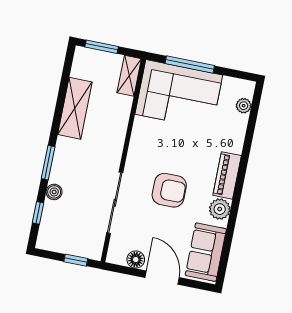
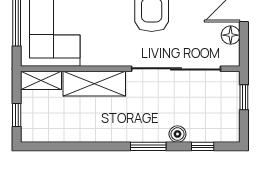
window: (102, 47) -> (17, 115), width x0.67
shelving: (75, 108) -> (94, 84), moved
sliding door: (115, 203) -> (176, 69), width x1.36

